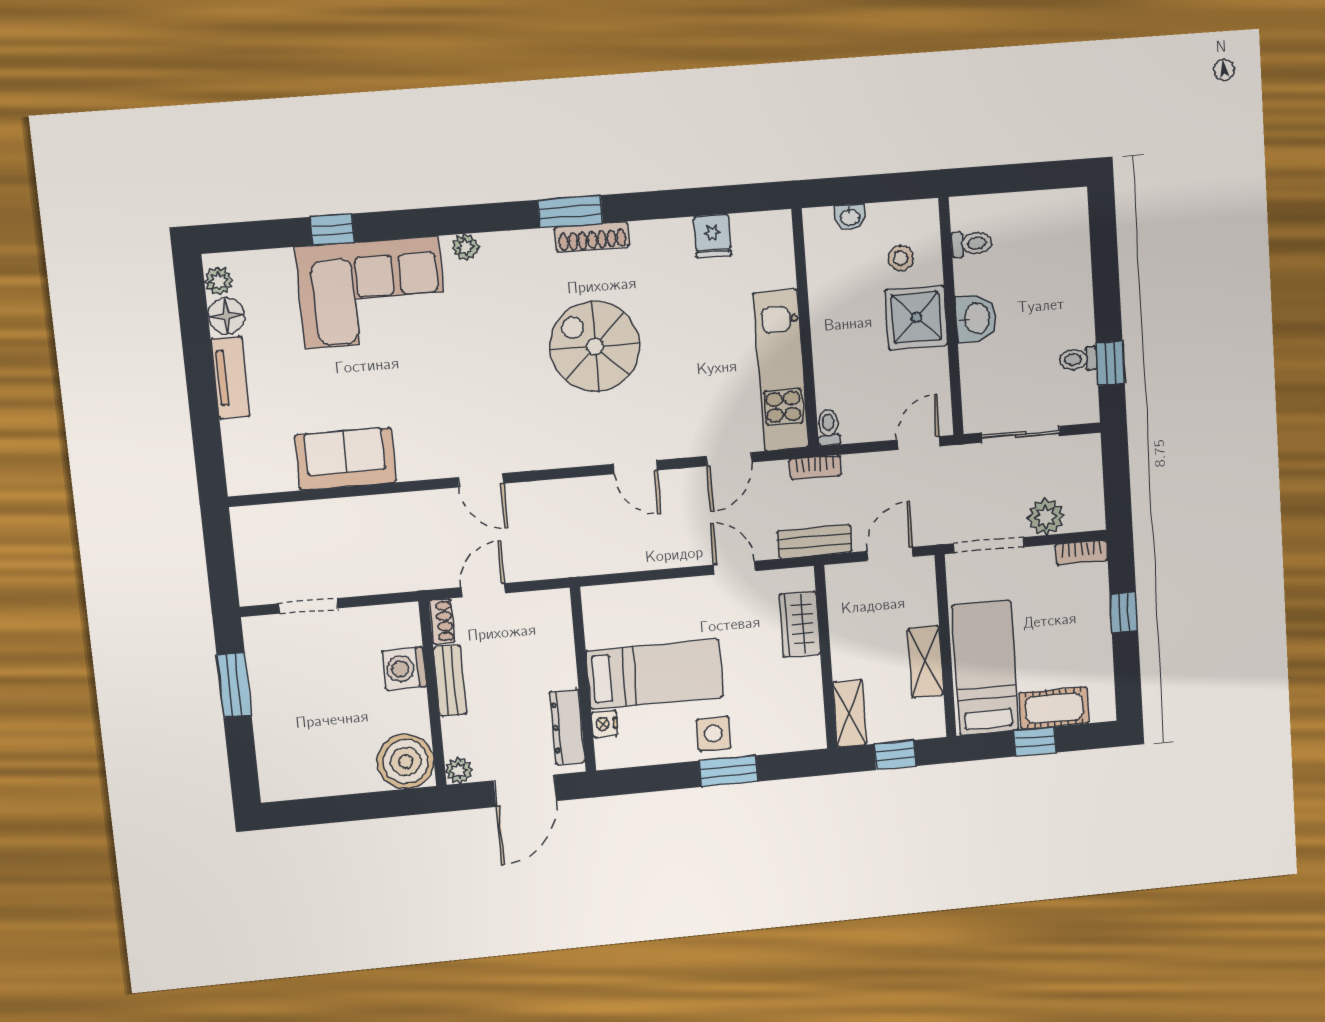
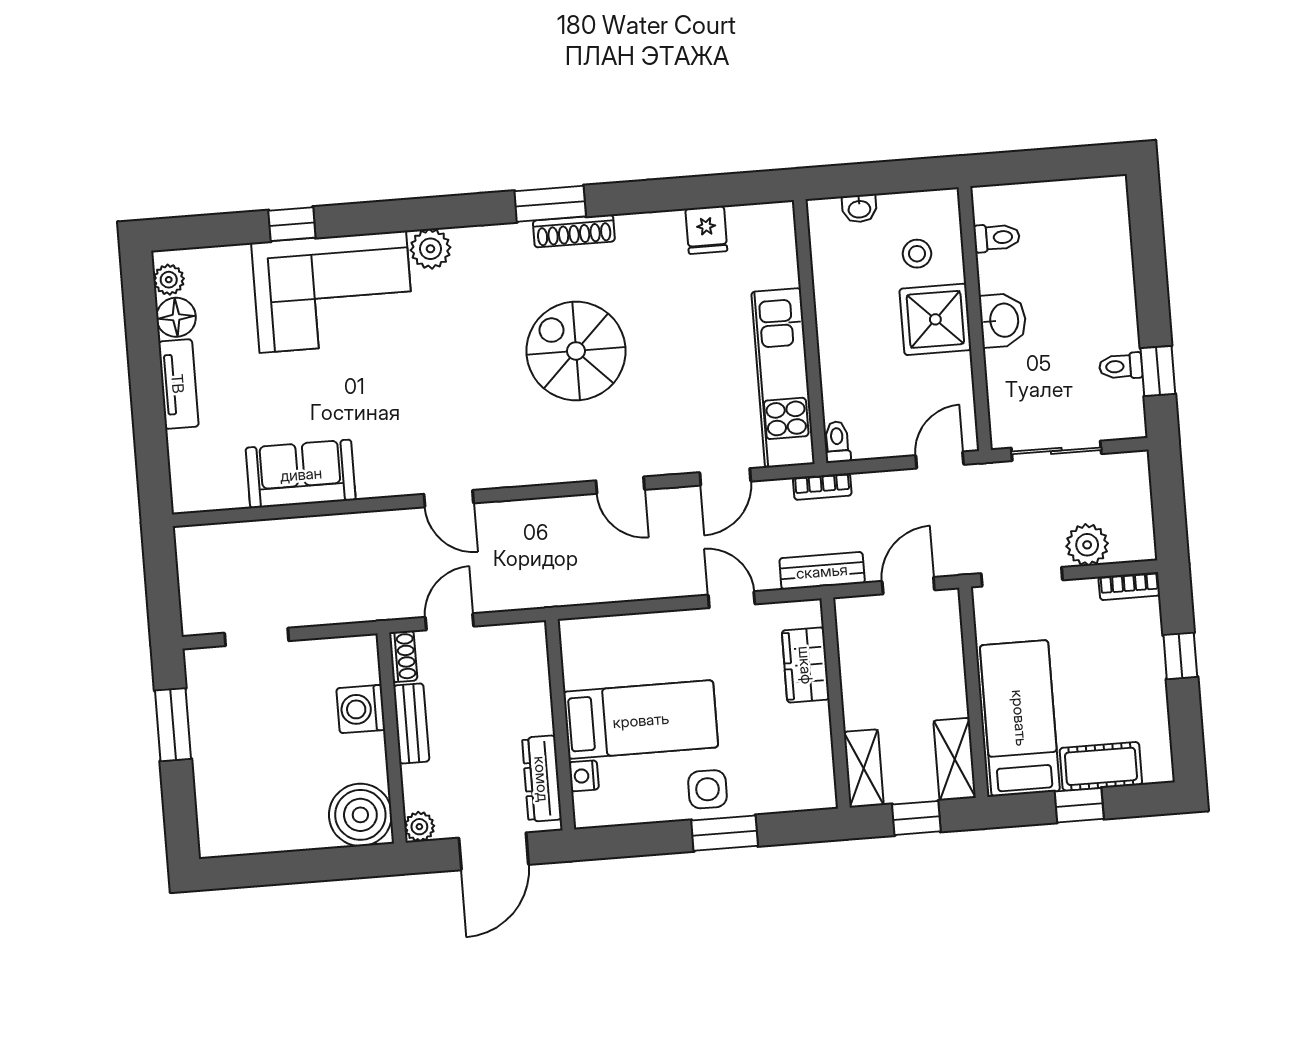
plant: (466, 247) -> (430, 249), width x1.38, depth x1.38
shelving: (926, 662) -> (955, 759), moved

